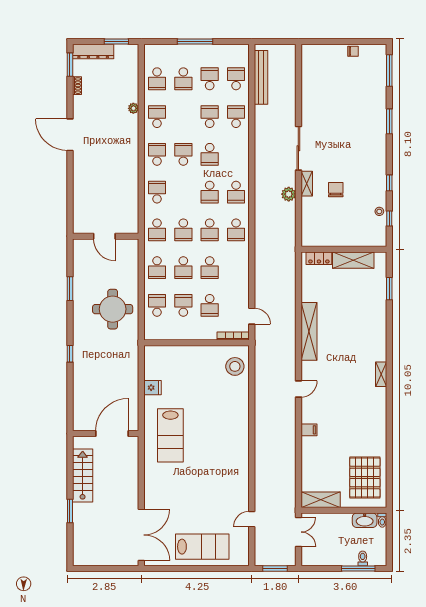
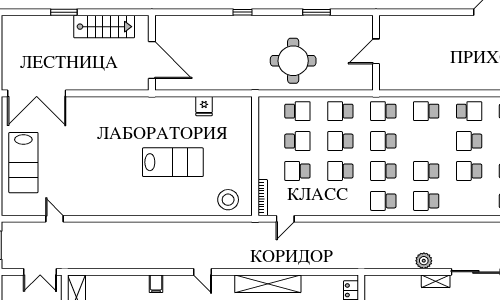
school desk: (183, 154) -> (469, 141), turned 180
school desk: (157, 192) -> (426, 111), turned 180
lab bench: (170, 435) -> (173, 162), moved, turned 180

